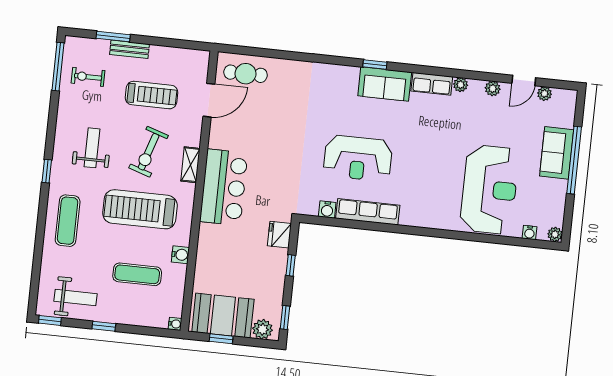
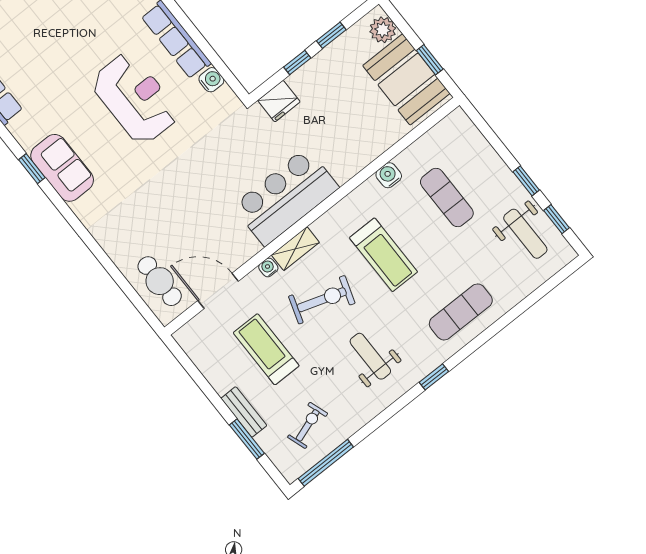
exercise bike: (88, 77) -> (308, 425), turned -109
sofa: (385, 84) -> (62, 168), moved
weight bench: (92, 148) -> (370, 356), turned 90
treadmill: (140, 209) -> (384, 255), width x0.73, depth x0.73
weight bench: (76, 298) -> (525, 234), turned 180
window: (285, 317) -> (331, 35), moved
window: (50, 320) -> (557, 219), moved
water cooler: (175, 324) -> (268, 268), moved

